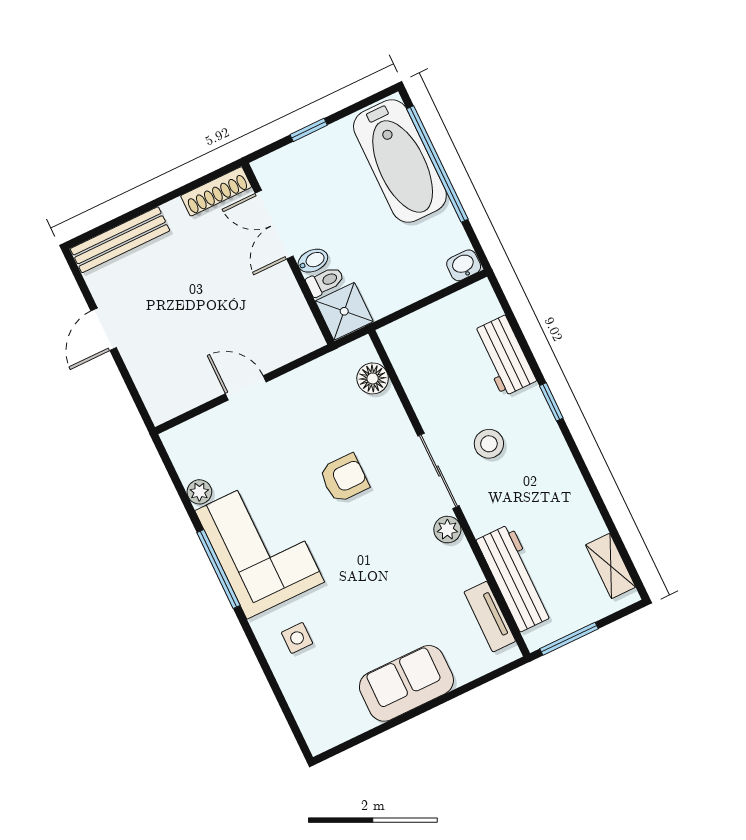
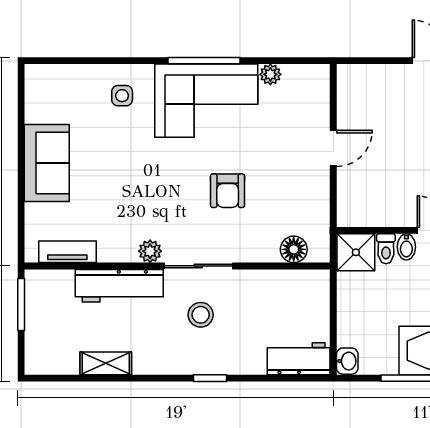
workbench: (504, 356) -> (299, 359), moved
shelving: (611, 566) -> (106, 363), moved
workbench: (515, 578) -> (119, 286), moved

